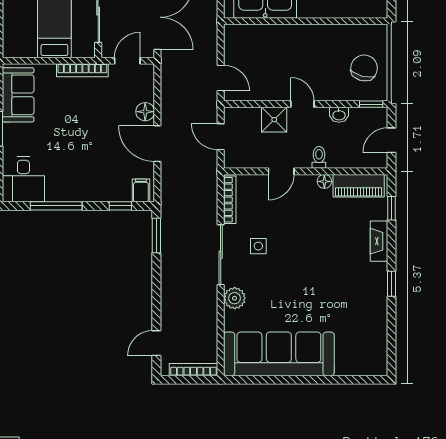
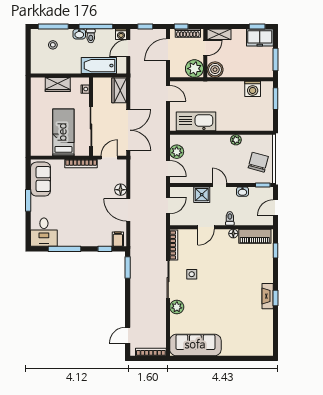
plant: (329, 32) -> (236, 140), added
plant: (234, 51) -> (177, 152), added
door: (221, 137) -> (168, 205), swing flipped
fireplace: (379, 241) -> (268, 296), moved
sofa: (279, 354) -> (195, 345), width x0.74, depth x0.79

